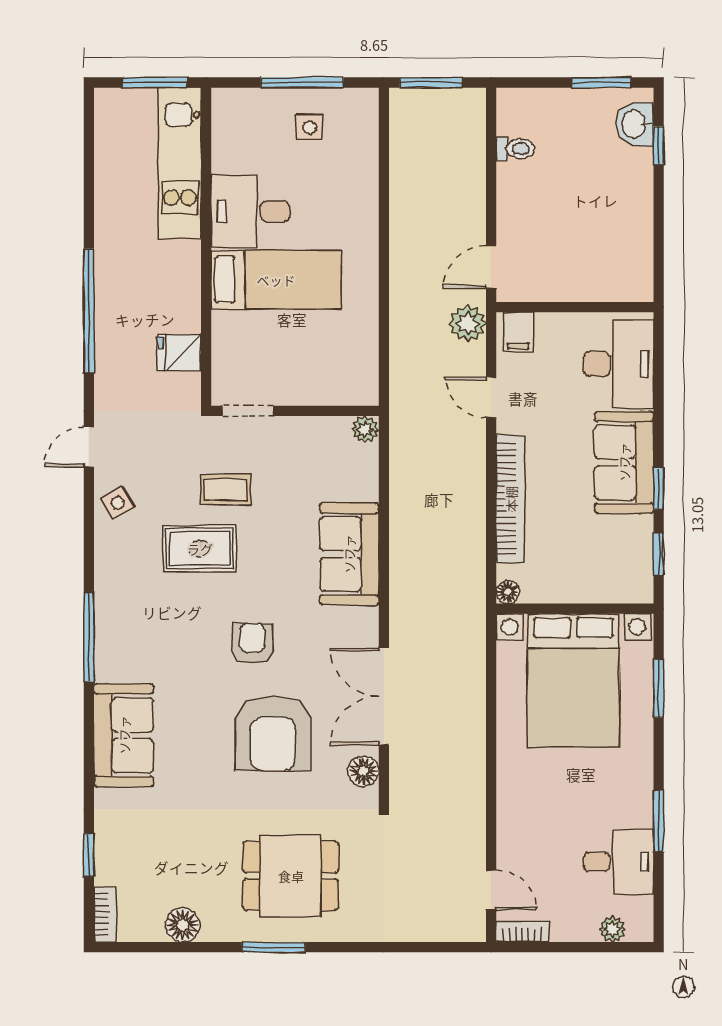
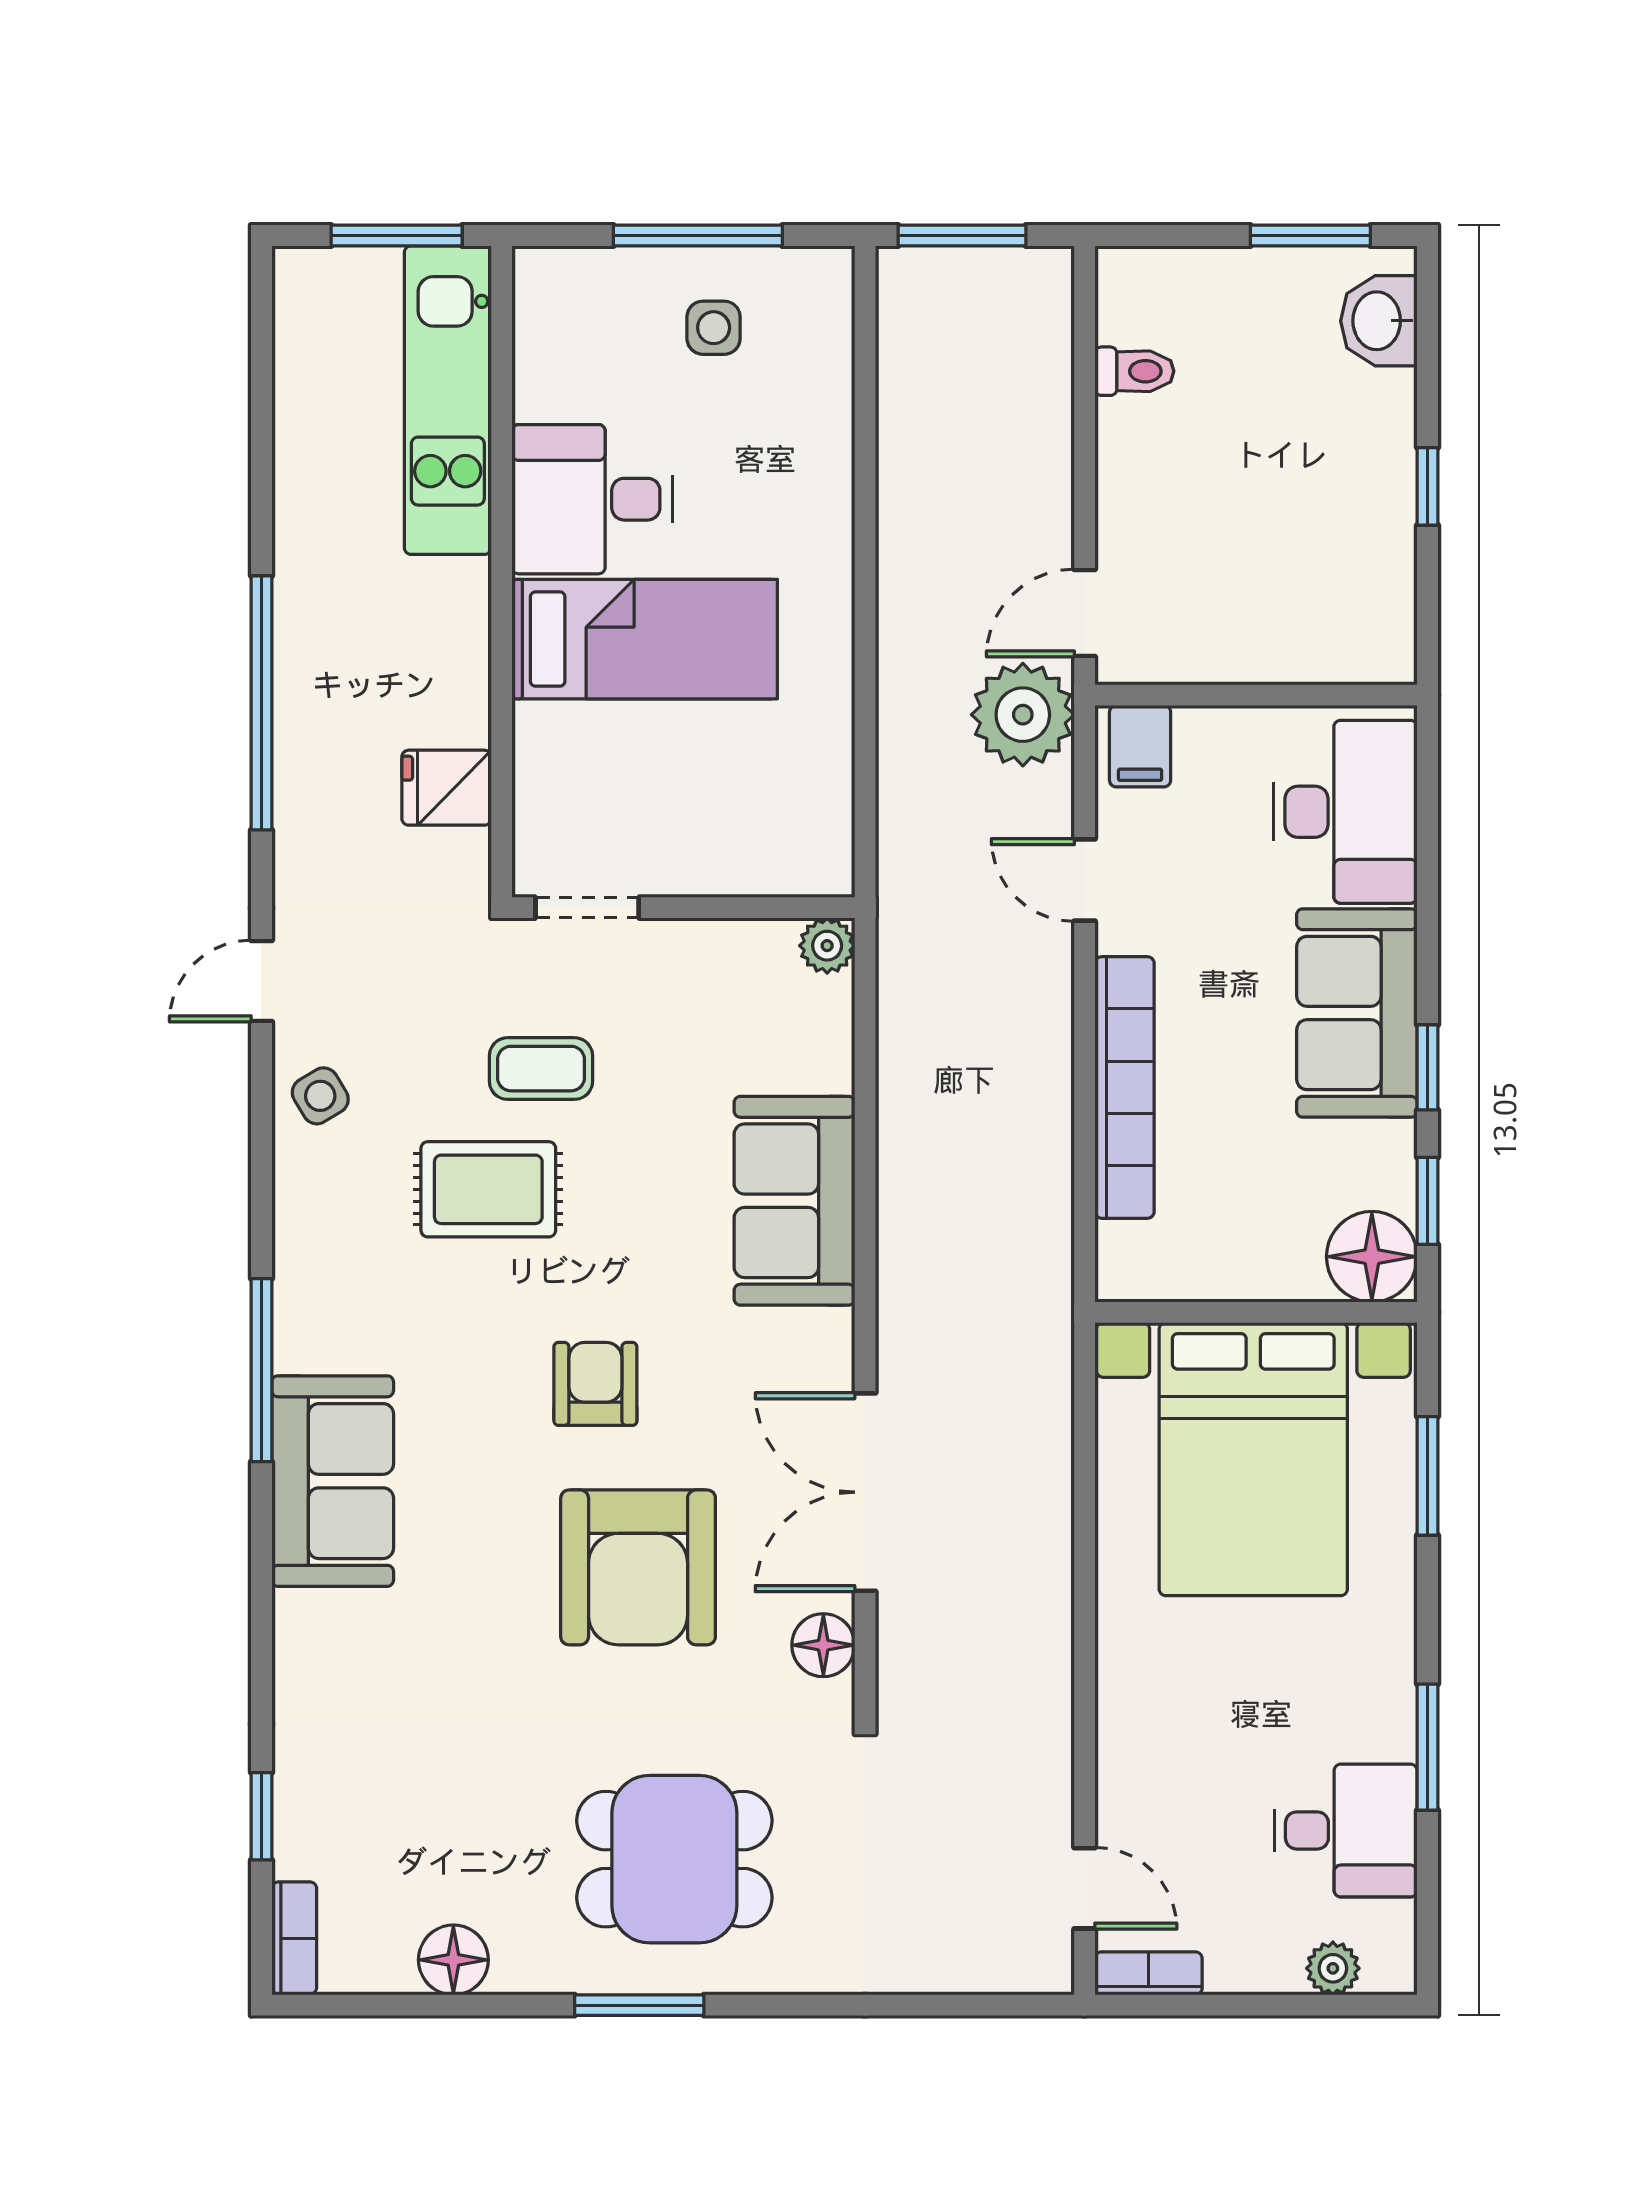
window: (659, 145) -> (1427, 486), moved
plant: (468, 323) -> (1023, 715), width x1.36, depth x1.36
floor lamp: (508, 592) -> (1372, 1257), moved, width x1.89, depth x1.89
sofa: (124, 735) -> (333, 1481), moved

